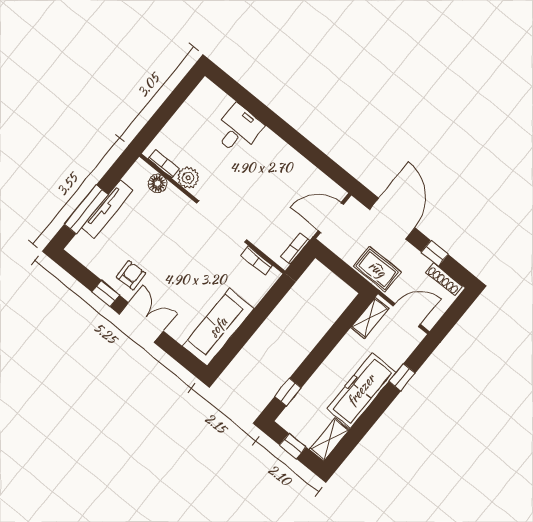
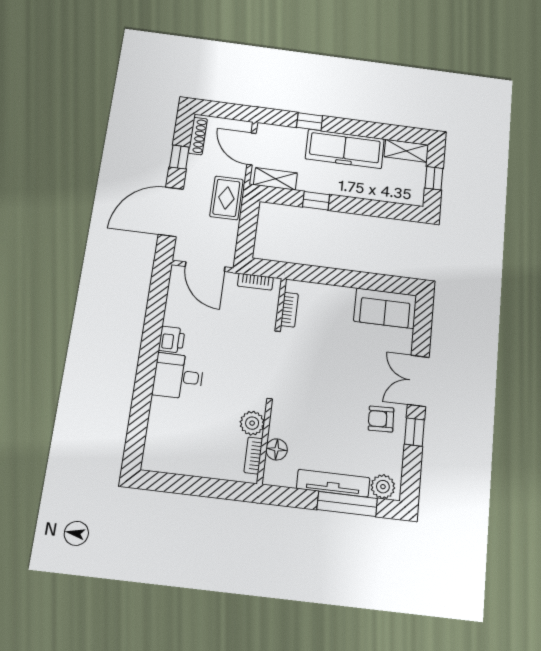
desk: (238, 129) -> (178, 376), moved
printer: (289, 157) -> (172, 340), added
plant: (82, 244) -> (383, 487), added
sofa: (218, 327) -> (385, 308), width x0.73
window: (288, 392) -> (316, 201), moved

